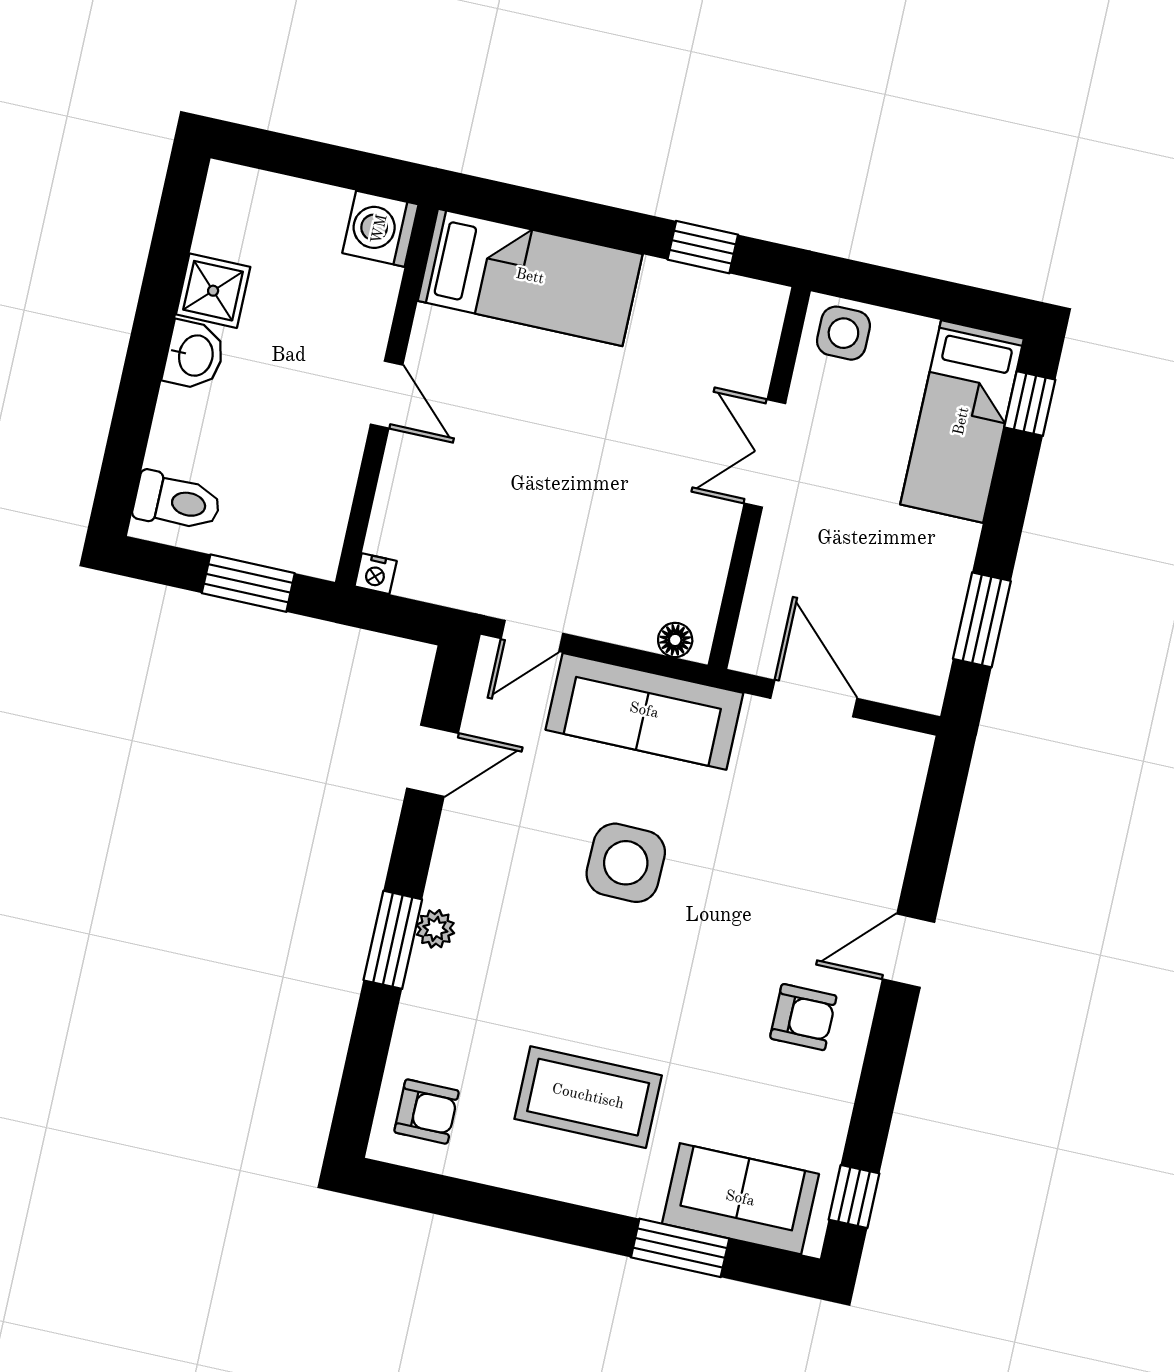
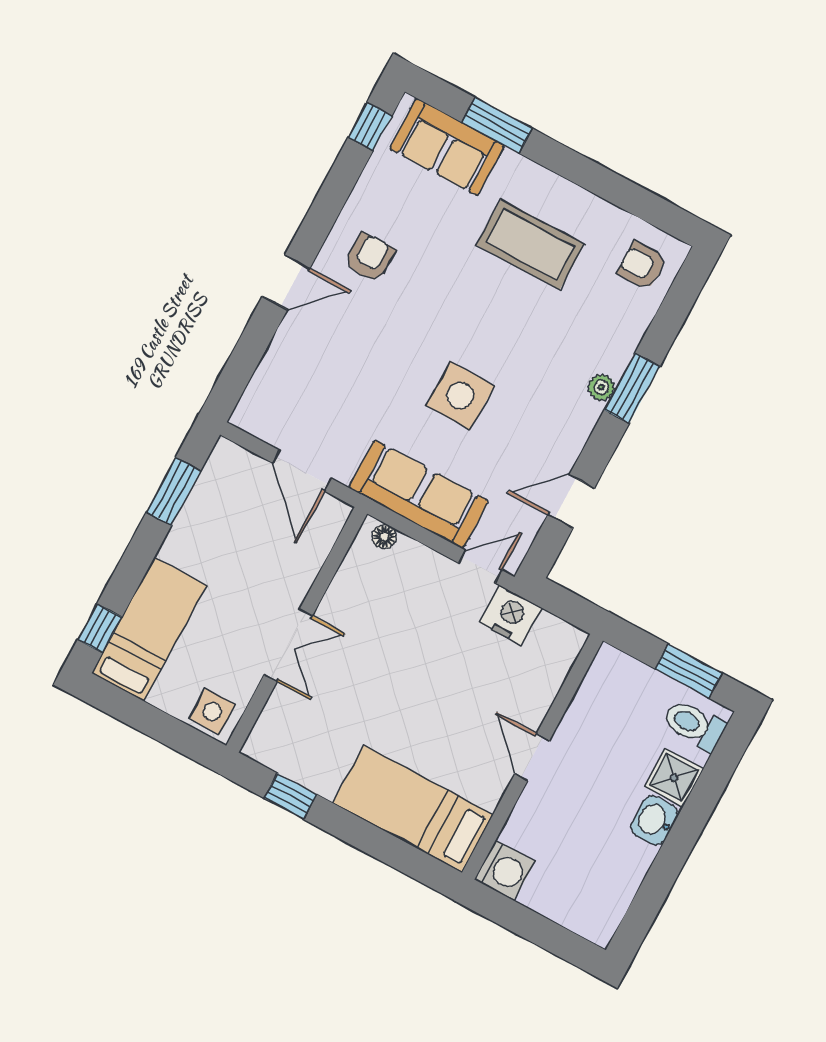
shower: (213, 291) -> (674, 778), moved
nightstand: (376, 574) -> (511, 615), moved, width x1.89, depth x1.79
window: (248, 583) -> (689, 671), moved
armchair: (803, 1017) -> (370, 258), turned 90

